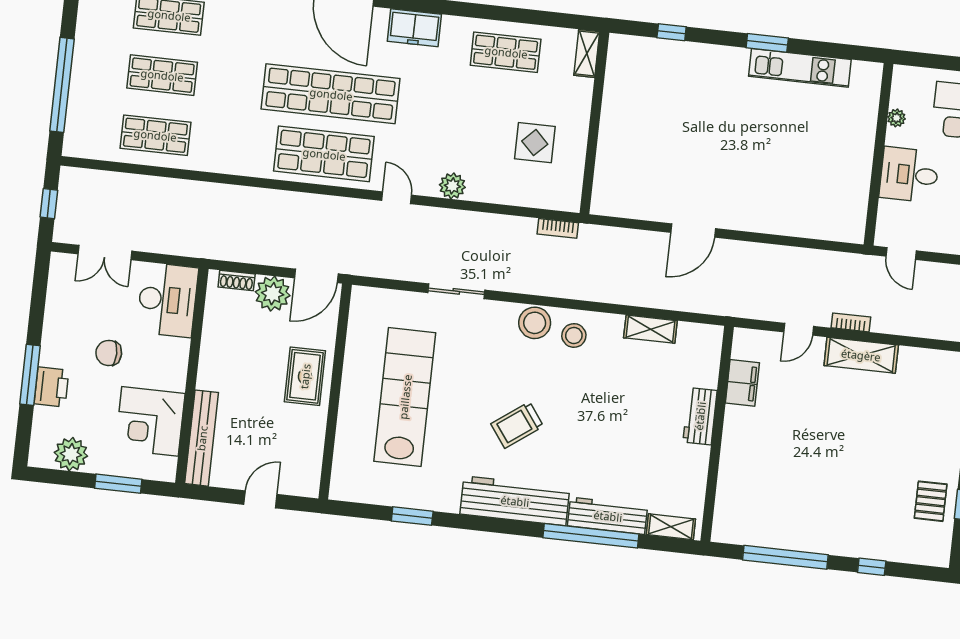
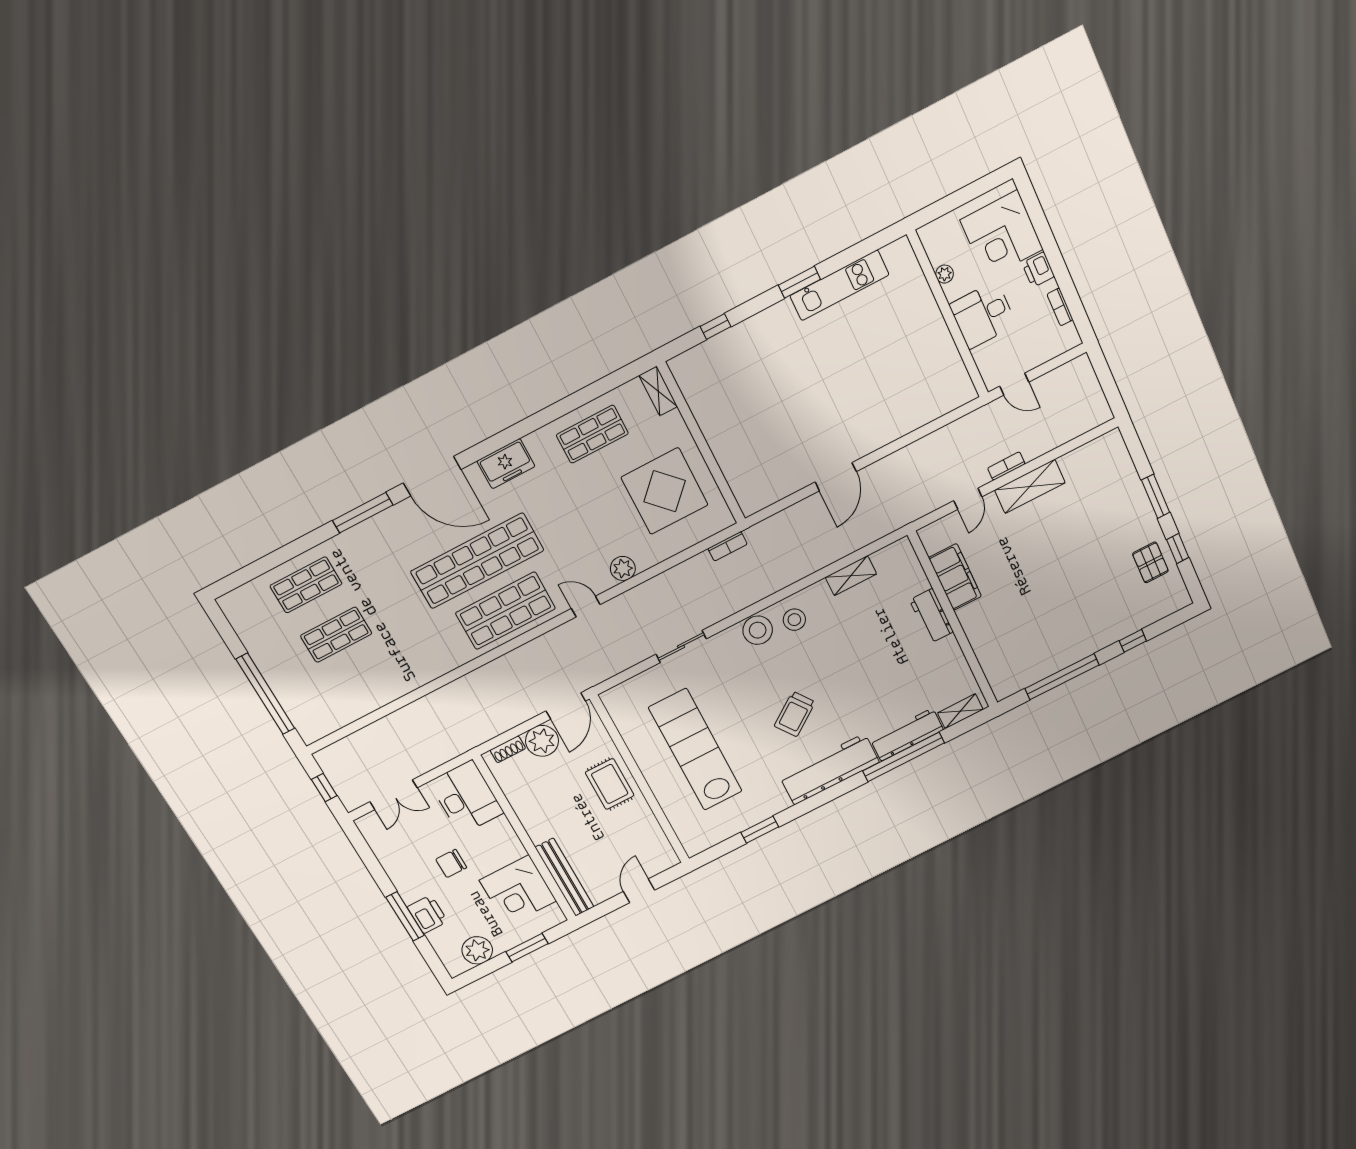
shop shelf: (155, 135) -> (366, 684), removed
display table: (535, 143) -> (665, 491), width x1.86, depth x1.86
filing cabinet: (742, 383) -> (955, 577), width x1.50, depth x1.17

